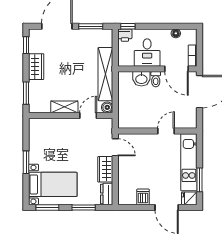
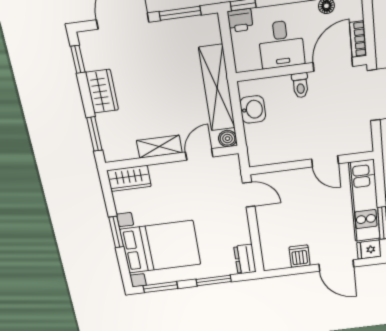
door: (176, 69) -> (333, 64), swing flipped
washbasin: (141, 79) -> (253, 109), moved, turned -90
door: (166, 131) -> (325, 161), swing flipped
wardrobe: (105, 169) -> (129, 178), moved, turned -90
bed with nightstands: (53, 184) -> (161, 247), width x1.36

